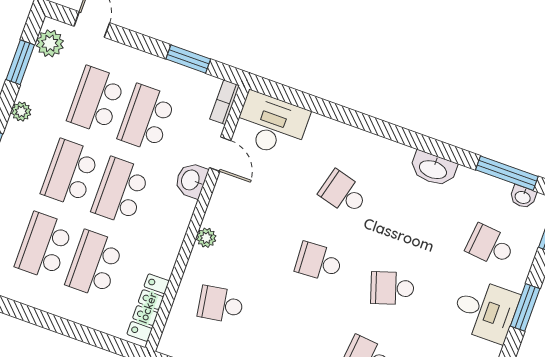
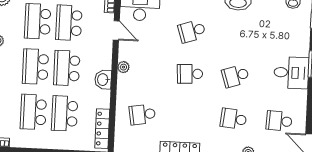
washbasin: (191, 180) -> (103, 80), moved
school desk: (343, 193) -> (192, 31), turned -33
plant: (206, 238) -> (123, 67), moved
school desk: (490, 246) -> (283, 35), removed

